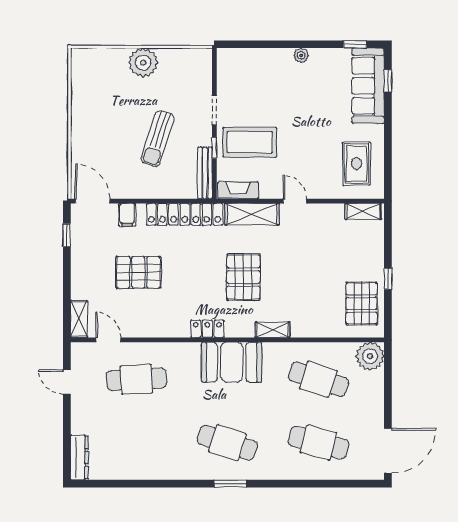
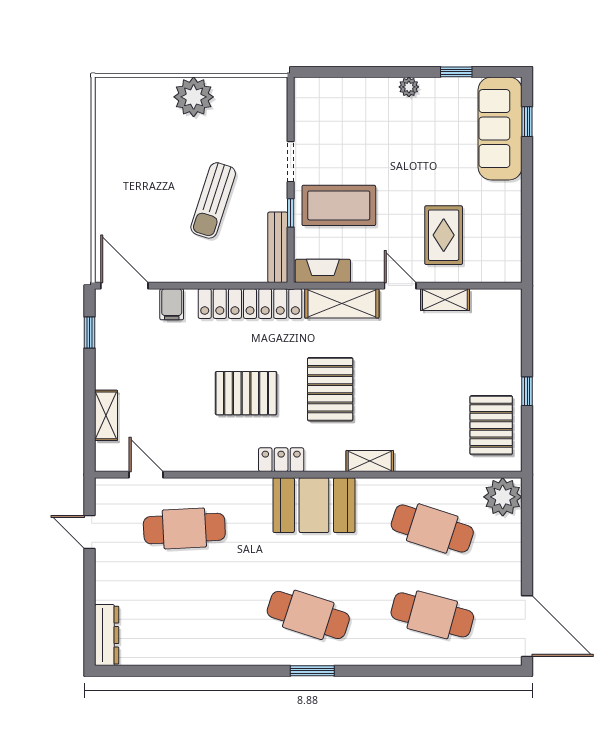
window: (355, 44) -> (456, 72), moved
rug: (356, 164) -> (444, 235), moved
shelving: (363, 211) -> (445, 300), moved
pallet: (138, 272) -> (246, 393), moved
shelving: (79, 319) -> (106, 415), moved
door: (388, 451) -> (527, 626), hinge flipped

